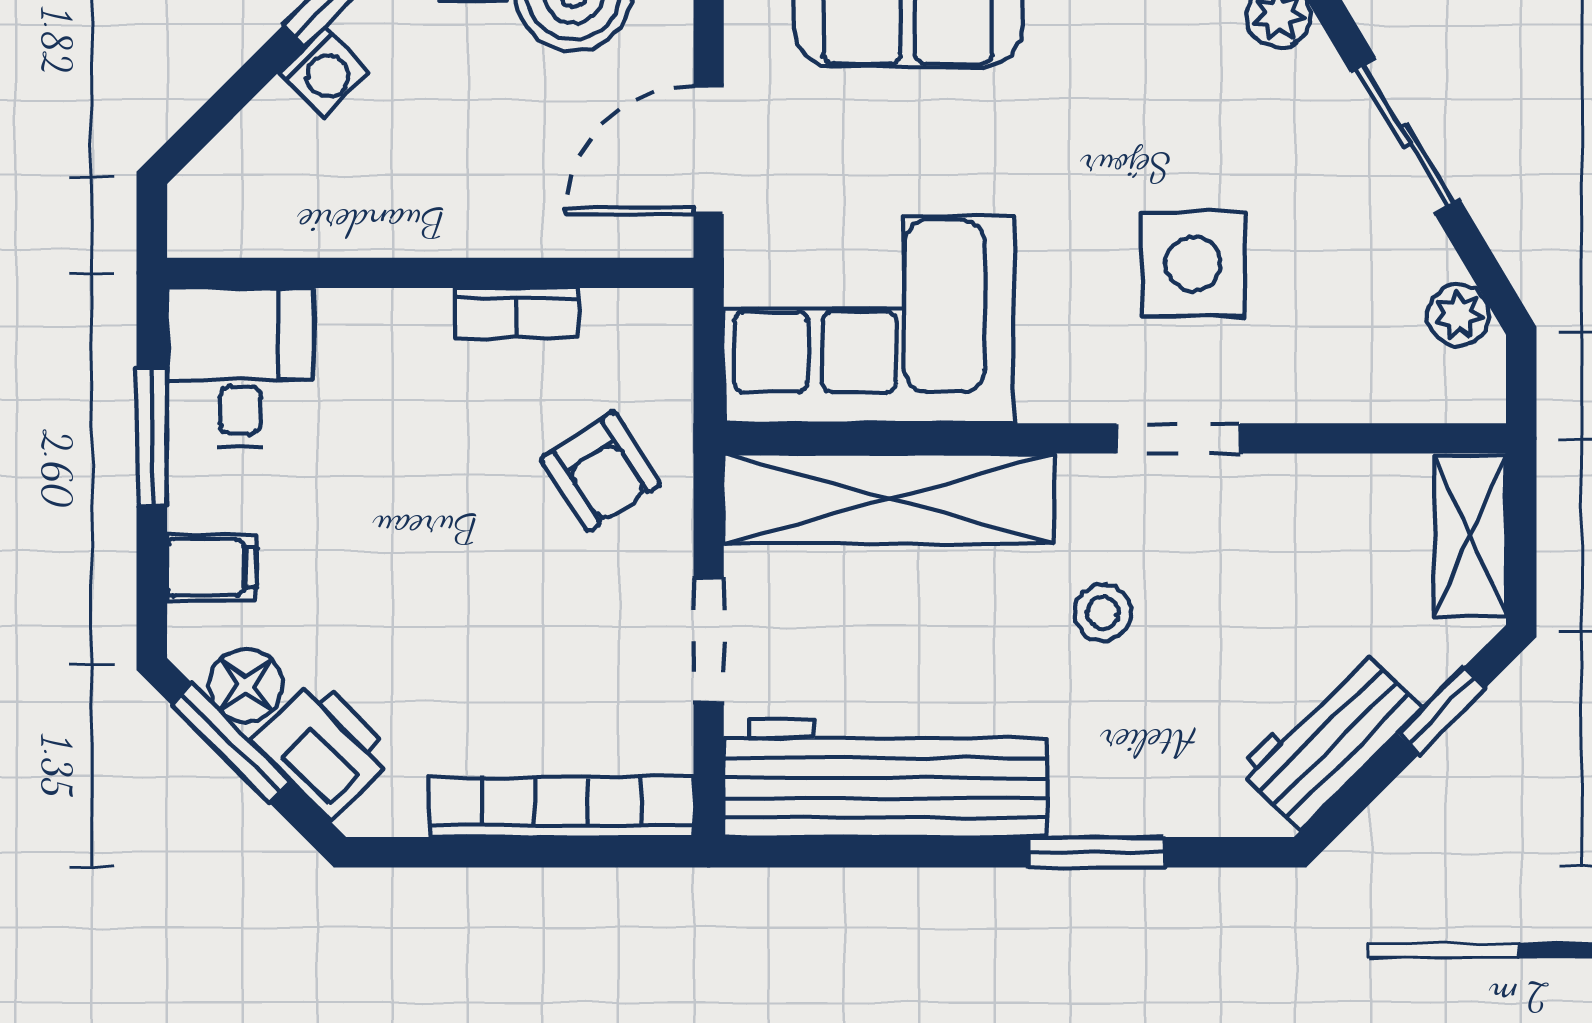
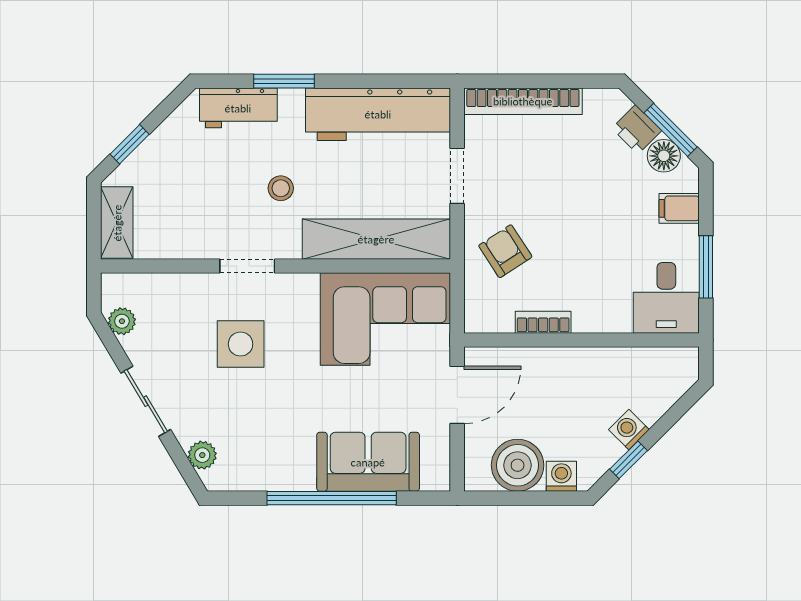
workbench: (1330, 738) -> (238, 108), moved, turned 45
printer: (324, 748) -> (637, 129), width x0.73, depth x0.81

